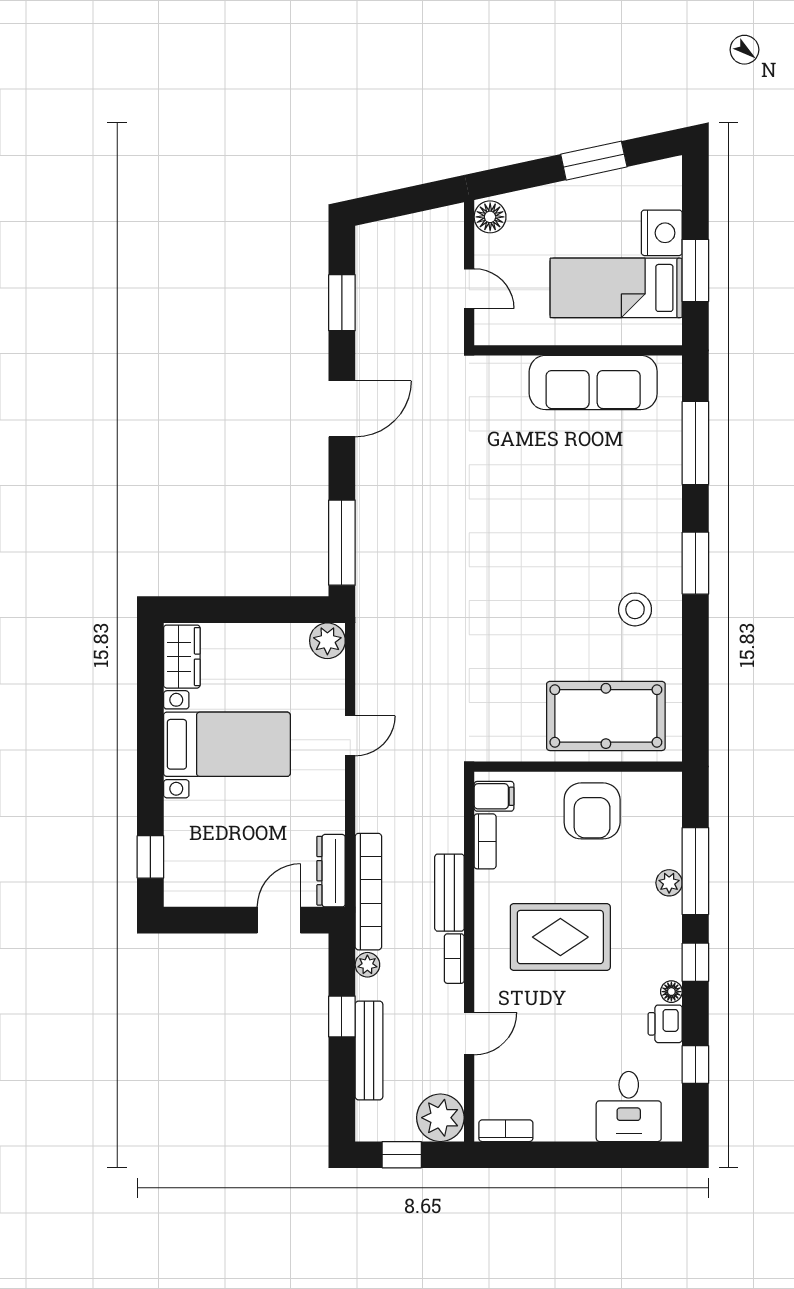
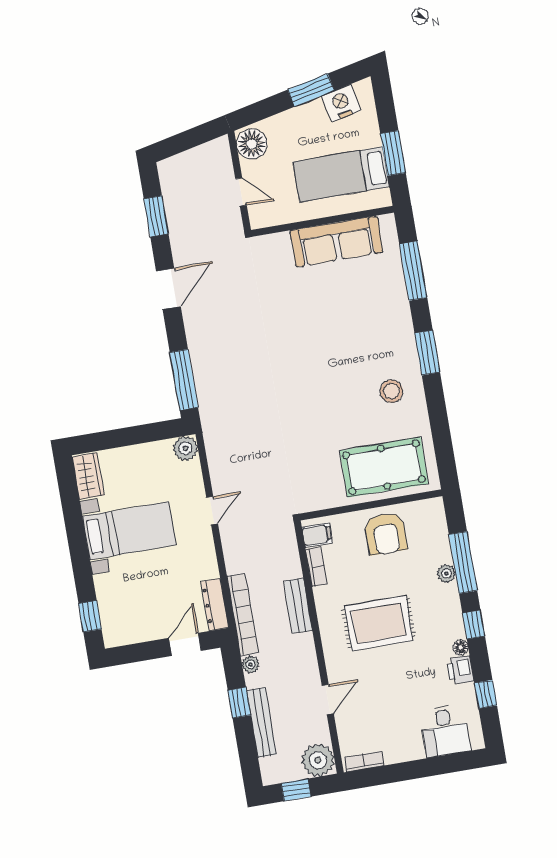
floor lamp: (490, 217) -> (252, 144), width x1.38, depth x1.38
nightstand: (662, 233) -> (341, 103), moved, turned -102
bookcase: (454, 959) -> (309, 650), removed

